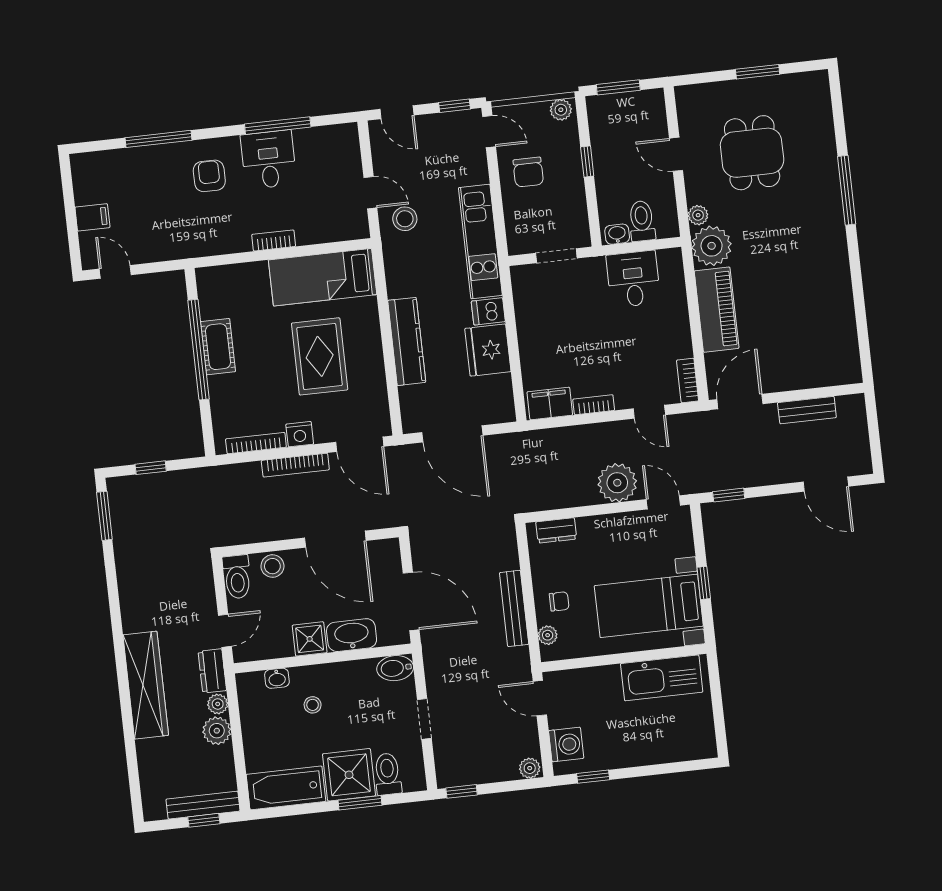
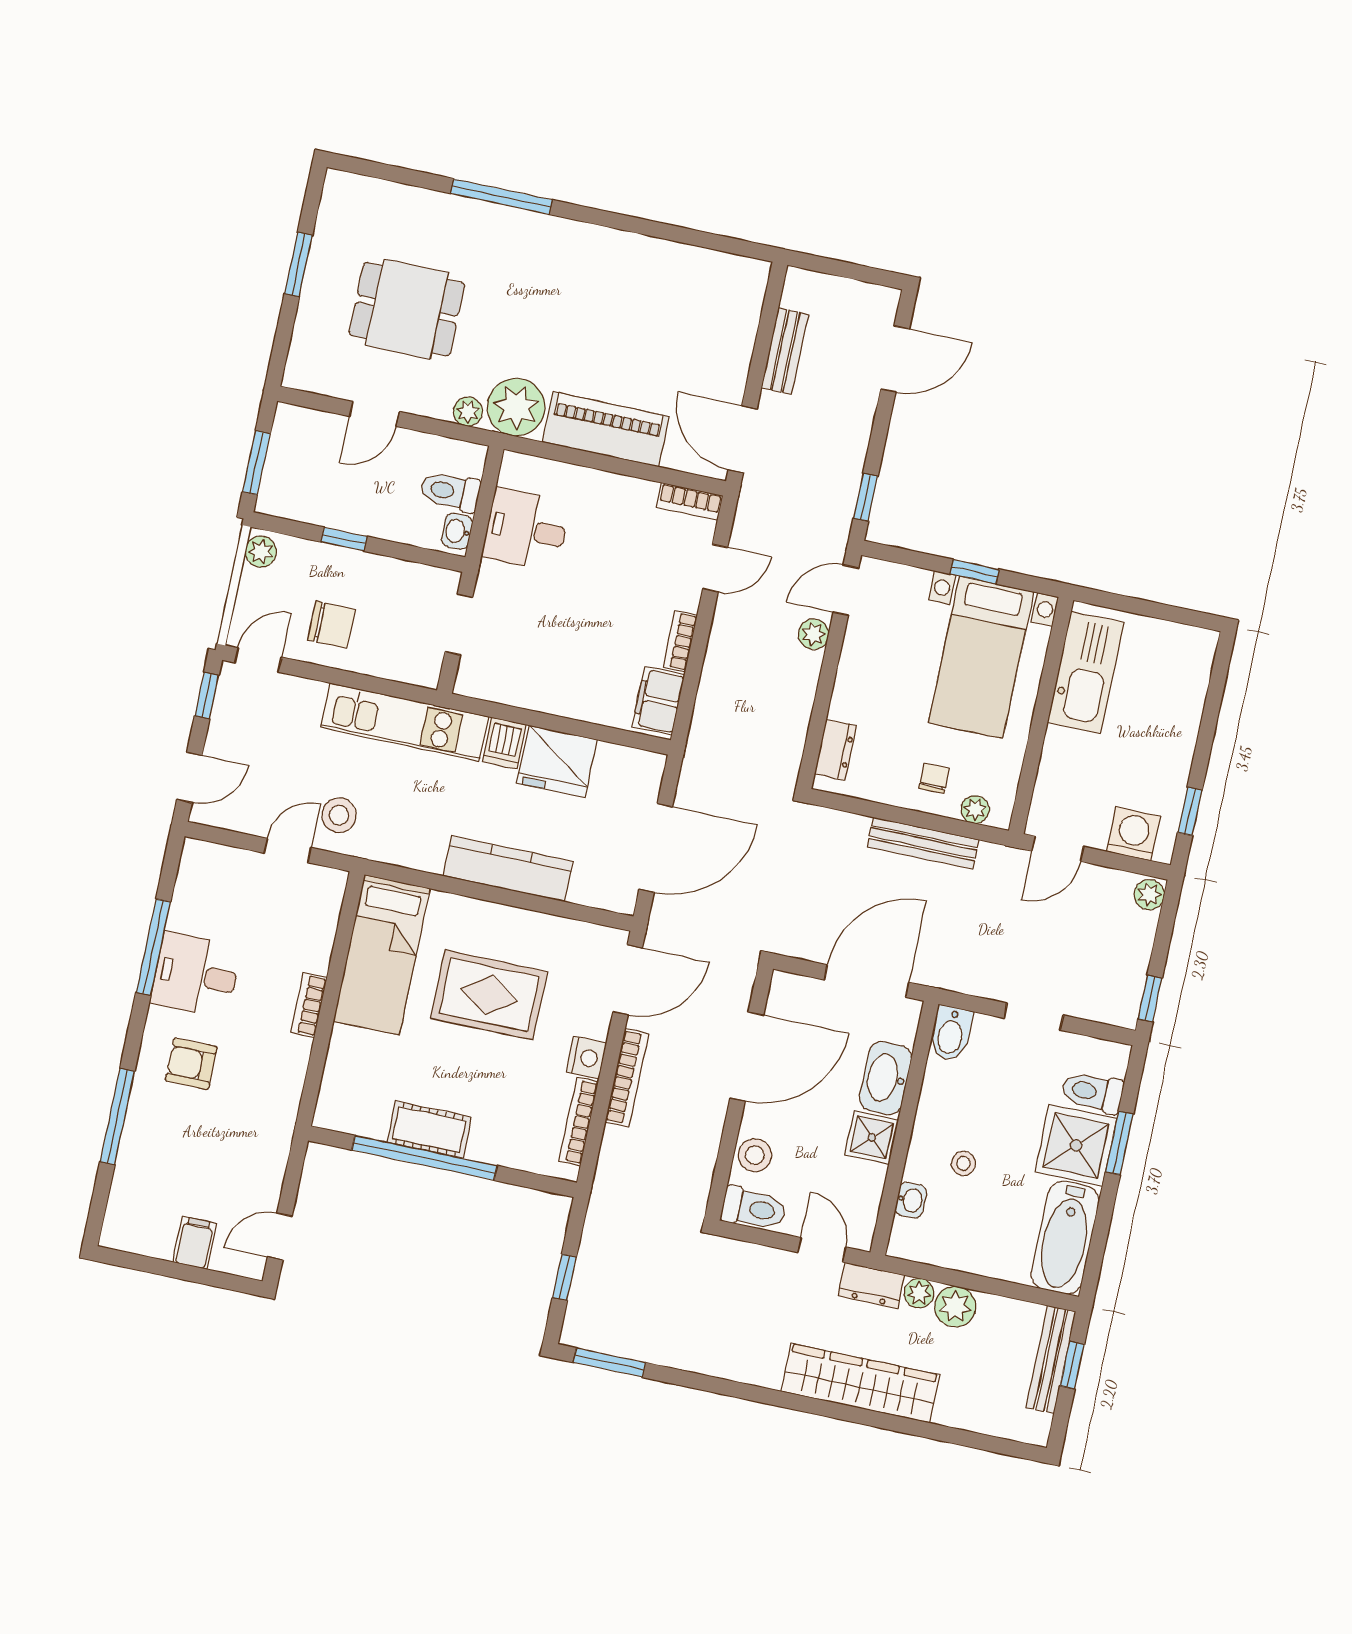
plant: (617, 483) -> (814, 634), width x0.53, depth x0.53

